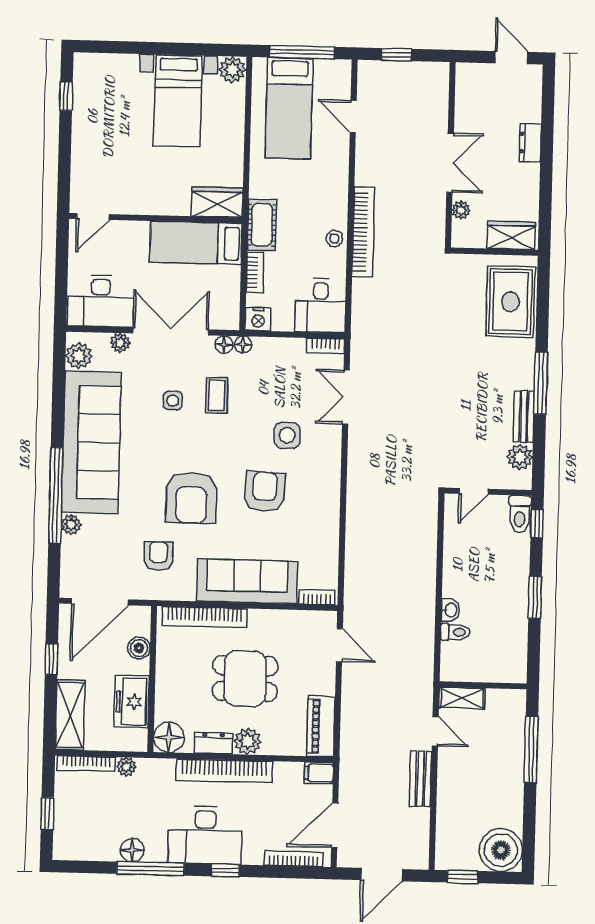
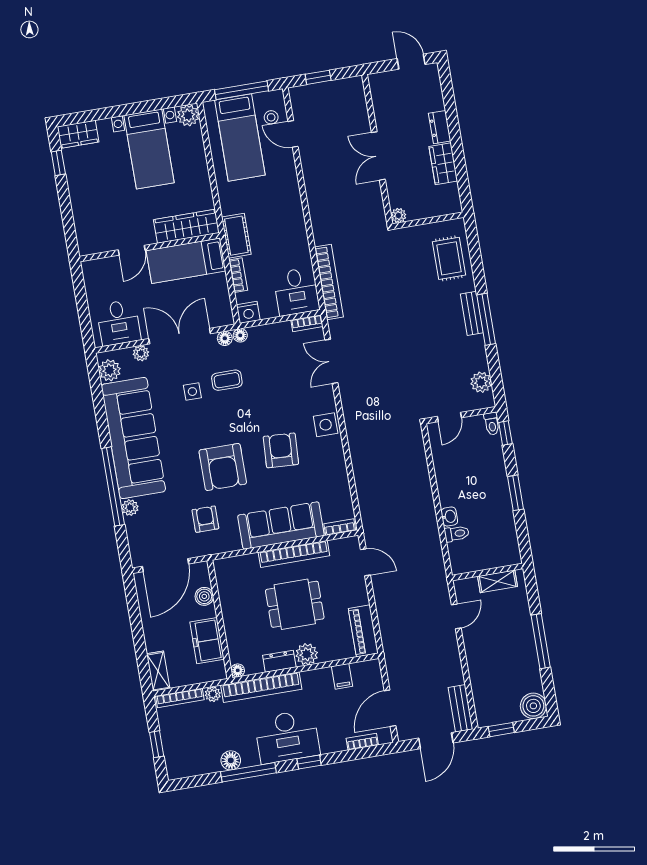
wardrobe: (96, 66) -> (78, 134), added
double door: (450, 163) -> (378, 156), swing flipped
wardrobe: (217, 202) -> (186, 226), width x1.50
plant: (461, 210) -> (398, 216), moved
door: (93, 217) -> (132, 250), moved
bookcase: (363, 232) -> (329, 282), moved
wardrobe: (511, 235) -> (443, 164), moved, turned -90
stool: (334, 238) -> (271, 117), moved
desk: (101, 301) -> (119, 323), width x0.73
rug: (510, 302) -> (449, 258), width x0.73, depth x0.70
coffee table: (217, 395) -> (227, 380), turned 90
bench: (524, 417) -> (472, 313), moved
side table: (287, 435) -> (326, 425), moved
toilet: (520, 514) -> (492, 424), width x0.73, depth x0.72
bookcase: (205, 617) -> (294, 554), moved
window: (51, 659) -> (135, 619), removed
shelving: (462, 698) -> (498, 581), moved
shelving: (70, 715) -> (158, 671), width x0.67, depth x0.75
door: (435, 731) -> (456, 616), hinge flipped
floor lamp: (169, 737) -> (238, 670), width x0.53, depth x0.53
window: (531, 750) -> (541, 641), moved
bookcase: (224, 771) -> (261, 687), moved
filing cabinet: (319, 773) -> (342, 676), moved, turned -90
bench: (420, 779) -> (461, 708), moved
boiler: (501, 850) -> (533, 706), width x0.73, depth x0.73
bookcase: (294, 859) -> (362, 742), width x0.64

